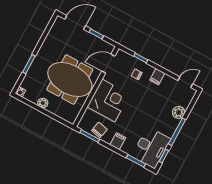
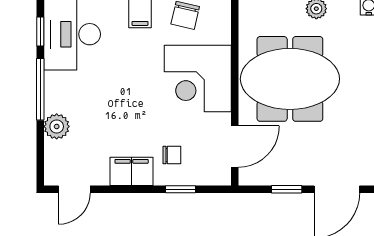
filing cabinet: (157, 77) -> (132, 171), width x2.00

